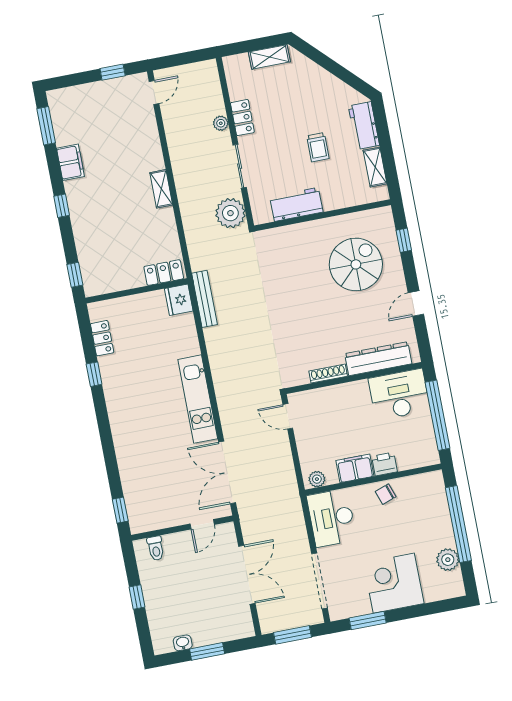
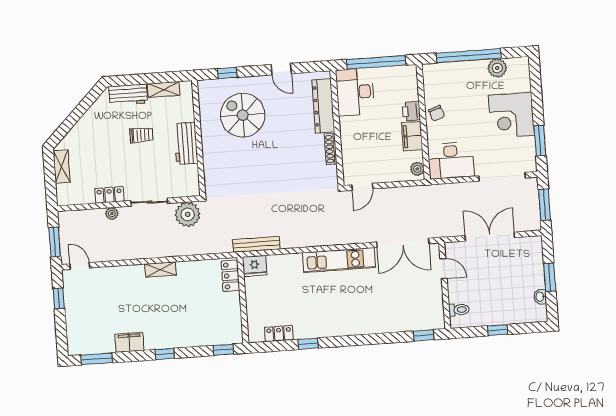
window: (179, 59) -> (55, 242), added
workbench: (296, 204) -> (186, 143), moved

